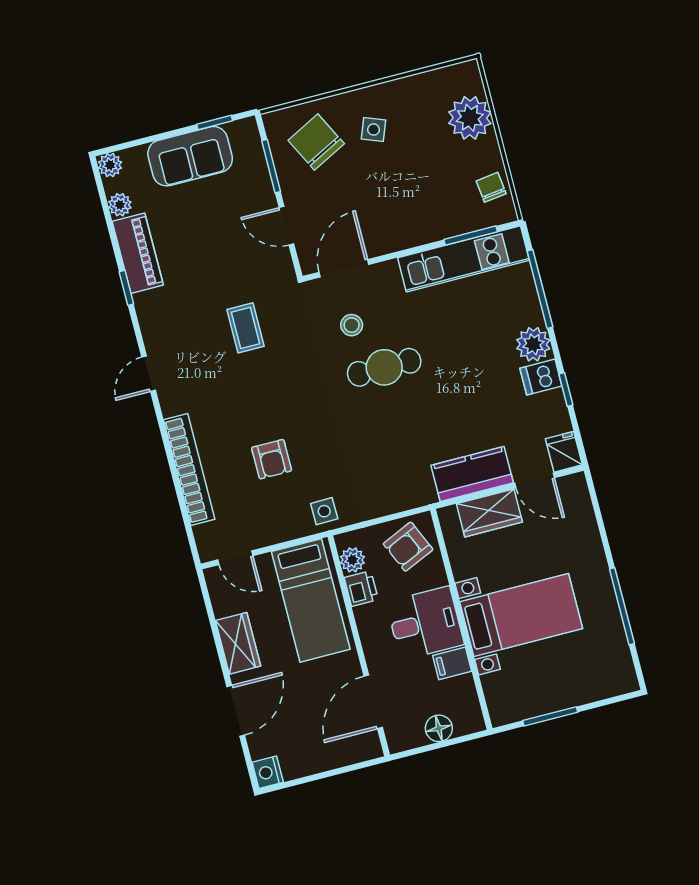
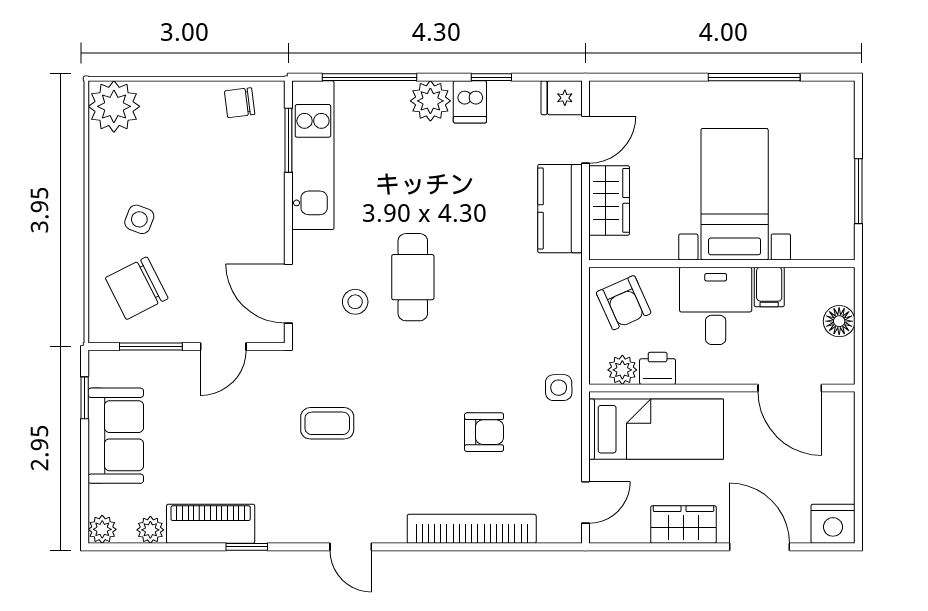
plant: (470, 118) -> (114, 106), moved
nightstand: (268, 772) -> (833, 524), width x1.36, depth x1.33

